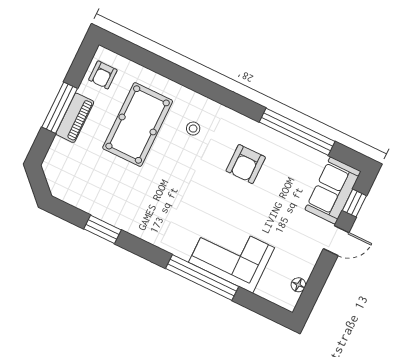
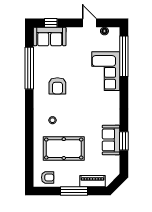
piano: (75, 118) -> (92, 181), moved
armchair: (246, 164) -> (57, 86), turned 90
sofa: (114, 209) -> (111, 140), added
door: (336, 241) -> (89, 23), moved
window: (202, 277) -> (124, 56), moved

